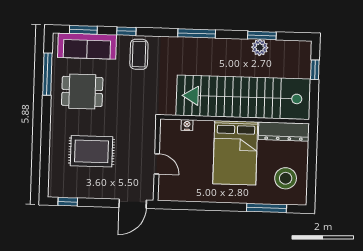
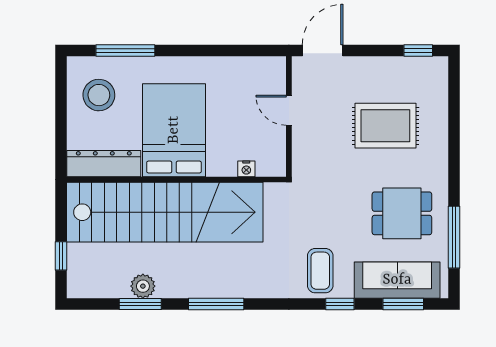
window: (197, 33) -> (216, 304), moved

